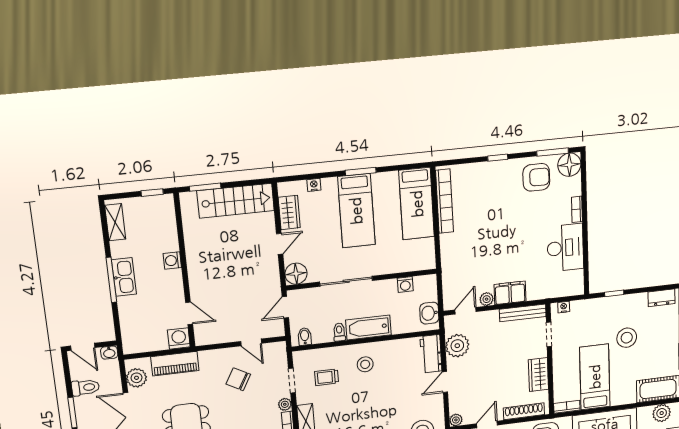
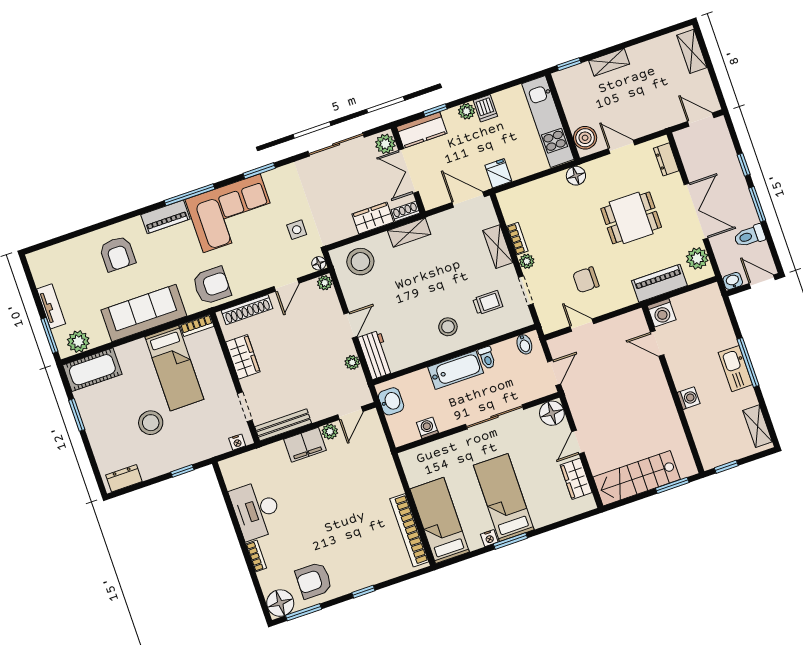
nightstand: (314, 185) -> (489, 538), moved
plant: (457, 346) -> (352, 362), width x0.53, depth x0.53
chair: (238, 379) -> (586, 280), turned 151

